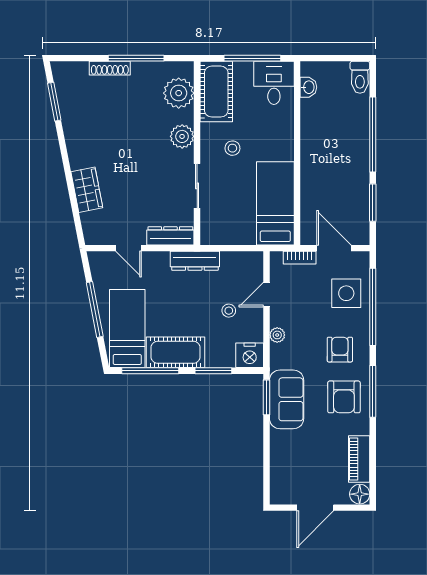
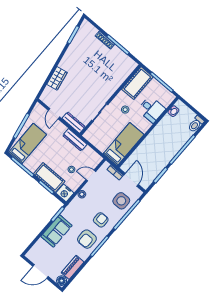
desk: (274, 83) -> (151, 109), moved, turned 90
plant: (179, 93) -> (123, 72), removed
plant: (182, 136) -> (110, 89), removed
cot: (176, 352) -> (49, 178), moved
sofa: (287, 399) -> (56, 231), moved

